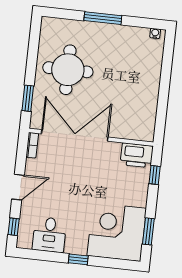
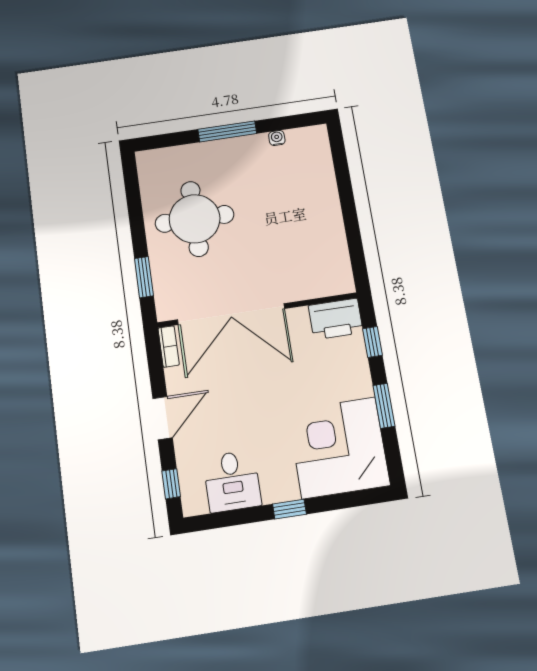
water cooler: (155, 33) -> (277, 138), moved
double door: (75, 135) -> (231, 314), swing flipped
window: (148, 231) -> (384, 406), moved

